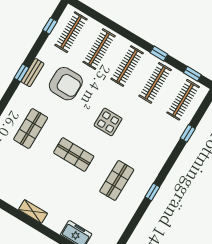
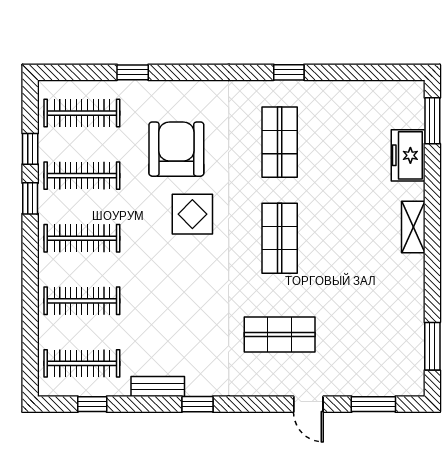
bench: (33, 73) -> (158, 386), moved
window: (192, 74) -> (30, 149), moved
armchair: (66, 84) -> (176, 149), moved
shop shelf: (117, 180) -> (280, 142), turned 90
window: (152, 192) -> (289, 72), moved
shelving: (33, 211) -> (413, 227), moved

